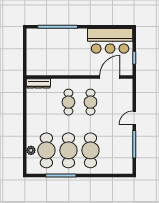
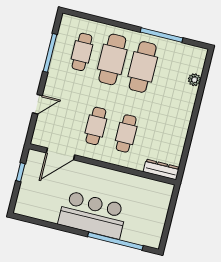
bar counter: (110, 41) -> (93, 215), moved
door: (134, 118) -> (37, 104), moved
cafe table: (46, 150) -> (82, 52), moved, width x0.73, depth x0.74

